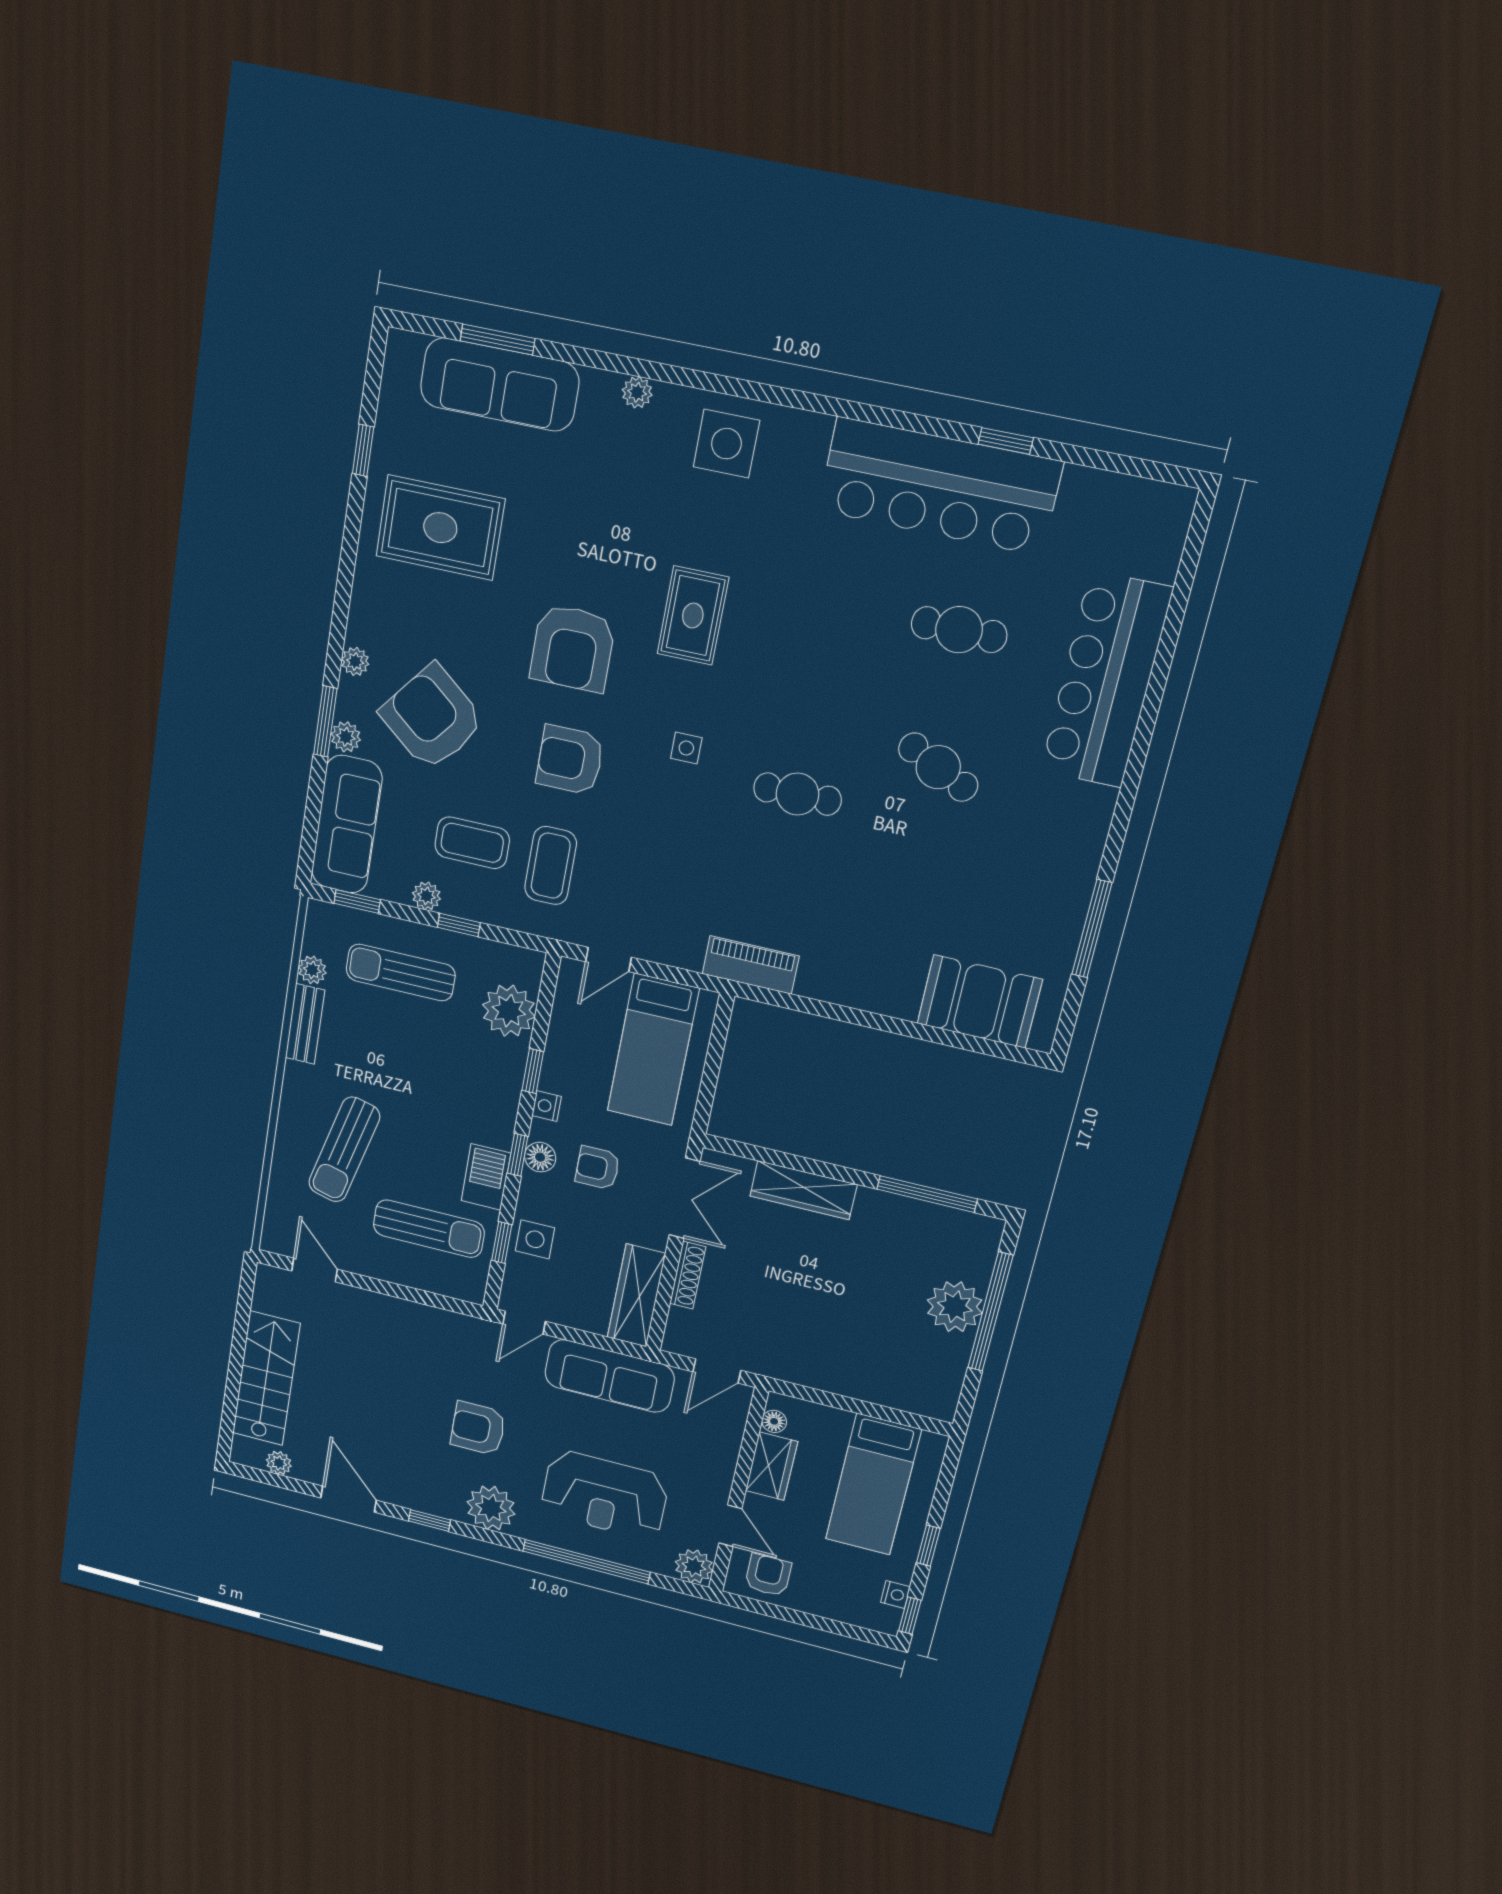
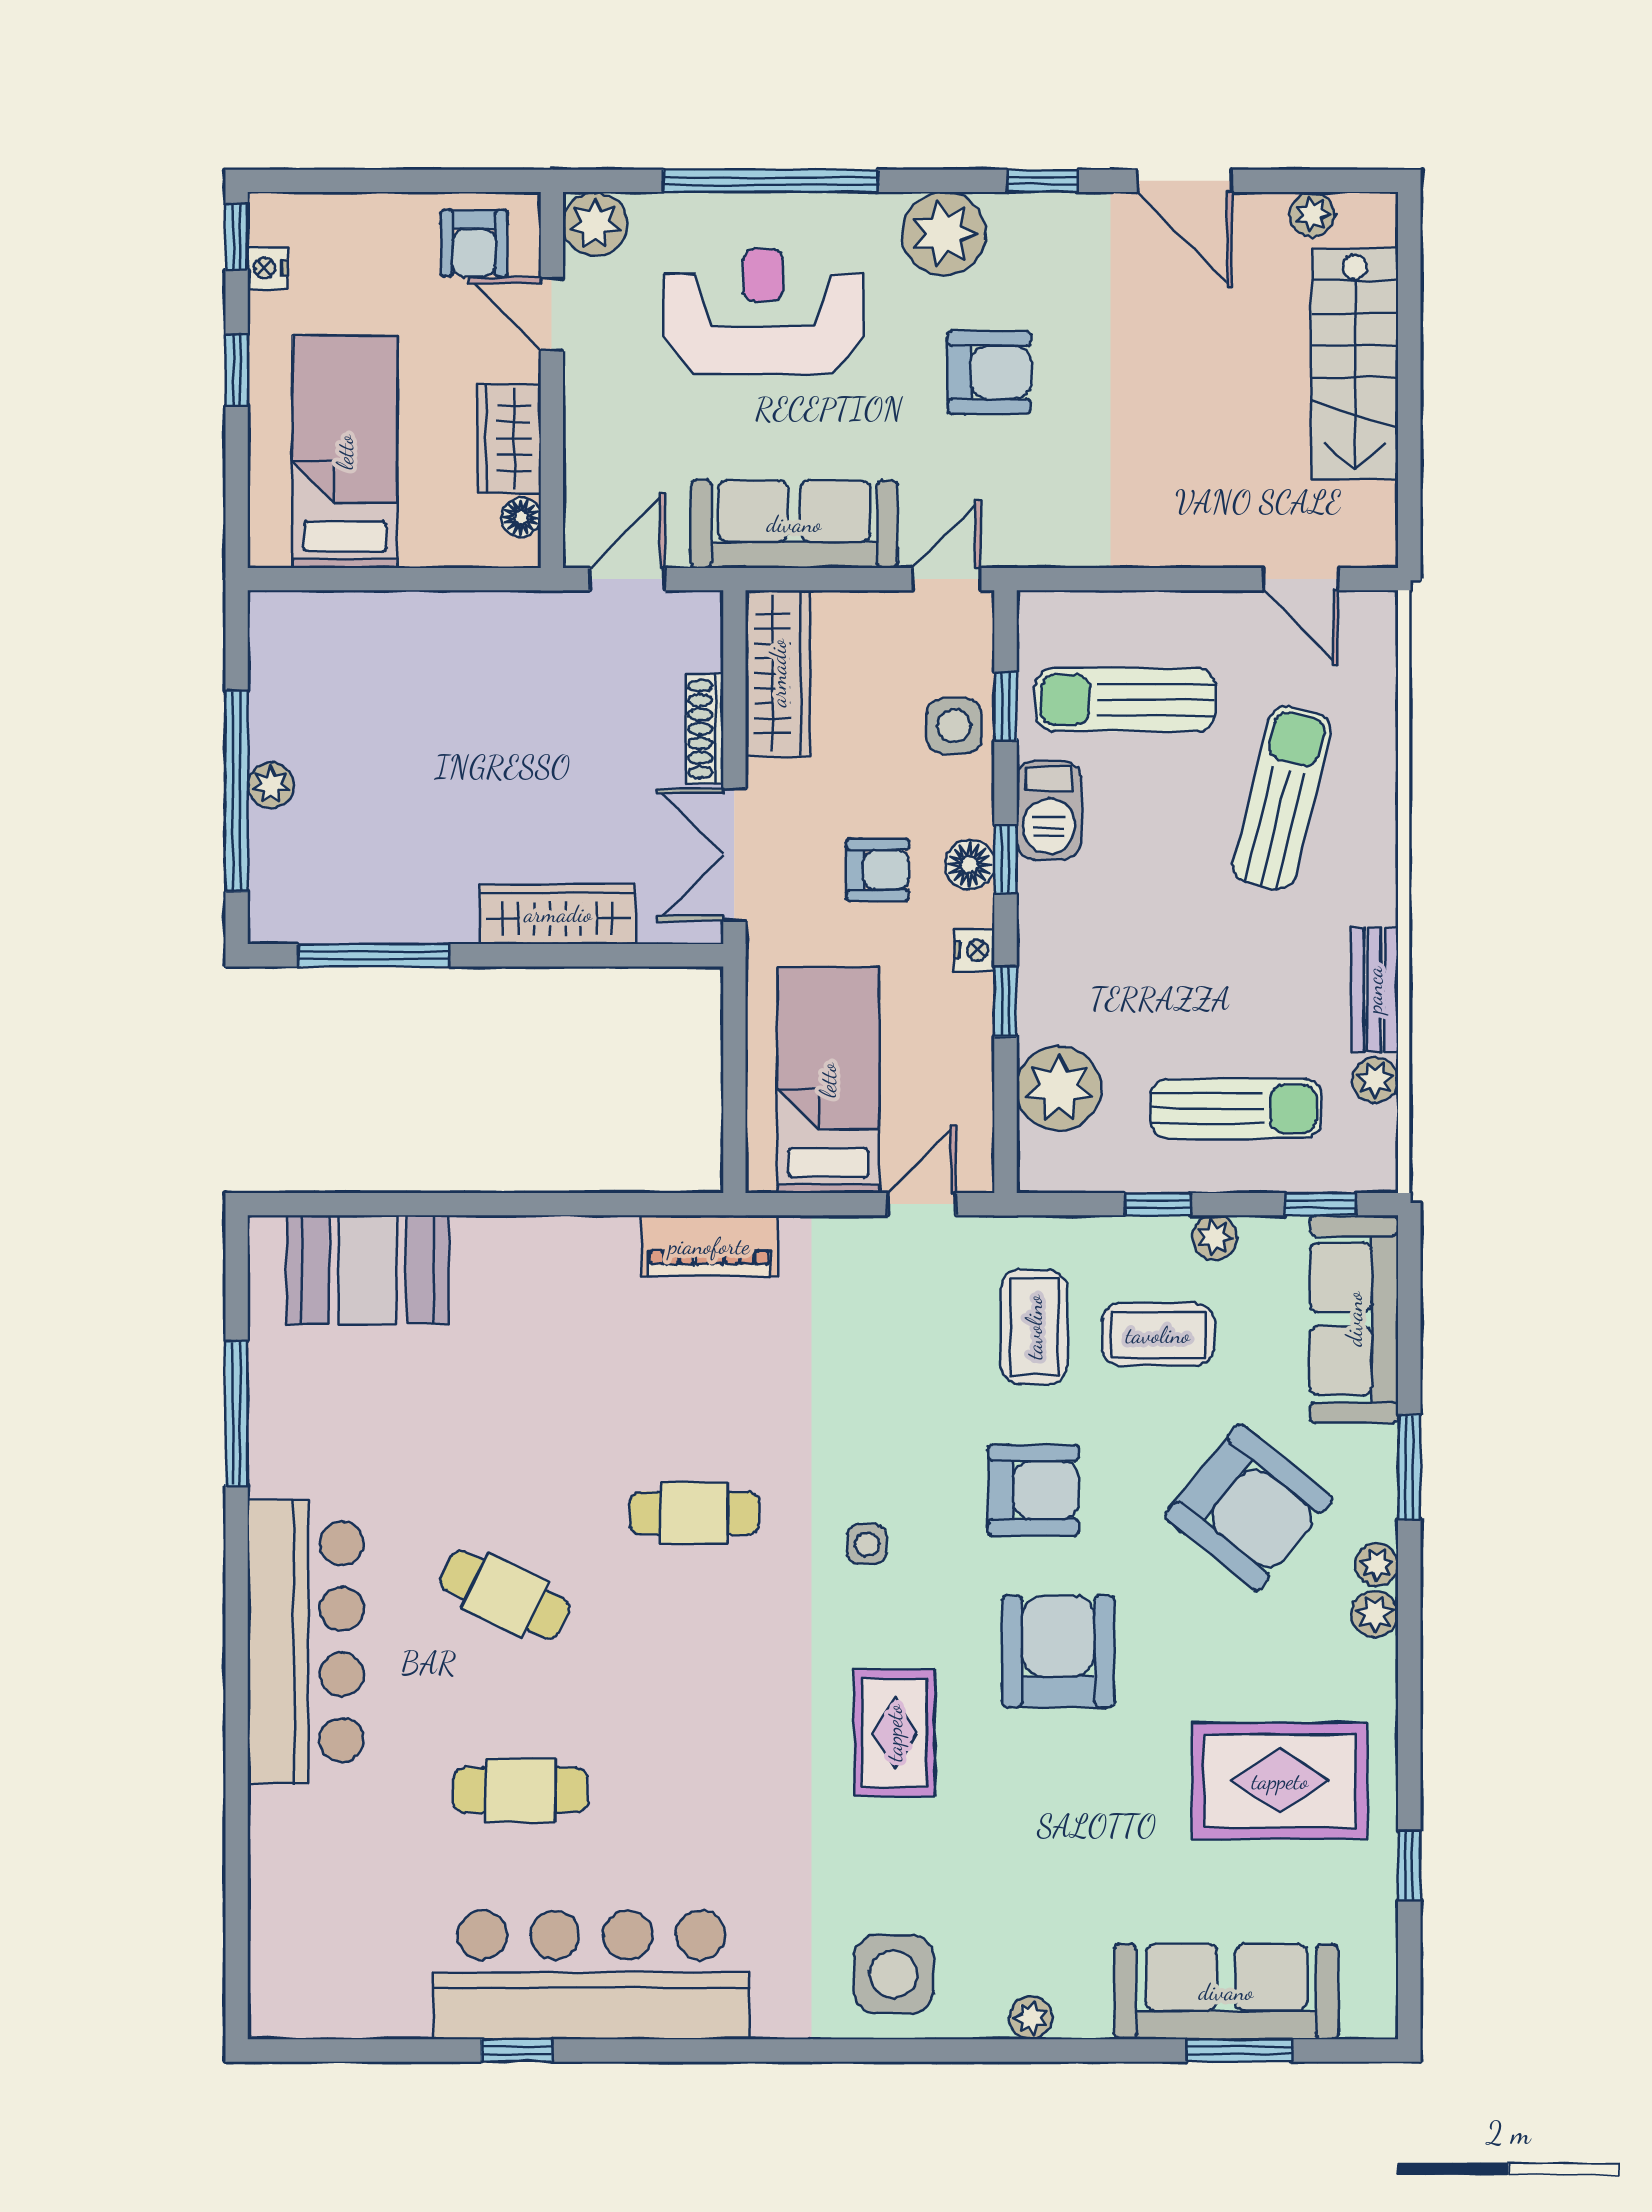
bar counter: (1106, 680) -> (306, 1642), moved
plant: (346, 737) -> (1375, 1614), moved
plant: (955, 1307) -> (271, 785), width x0.53, depth x0.53

